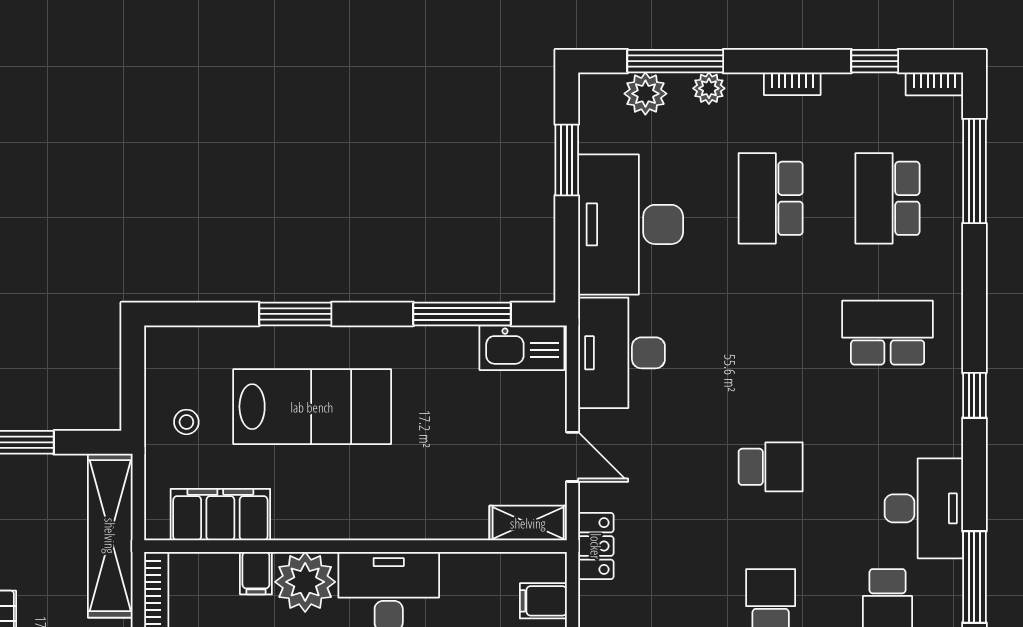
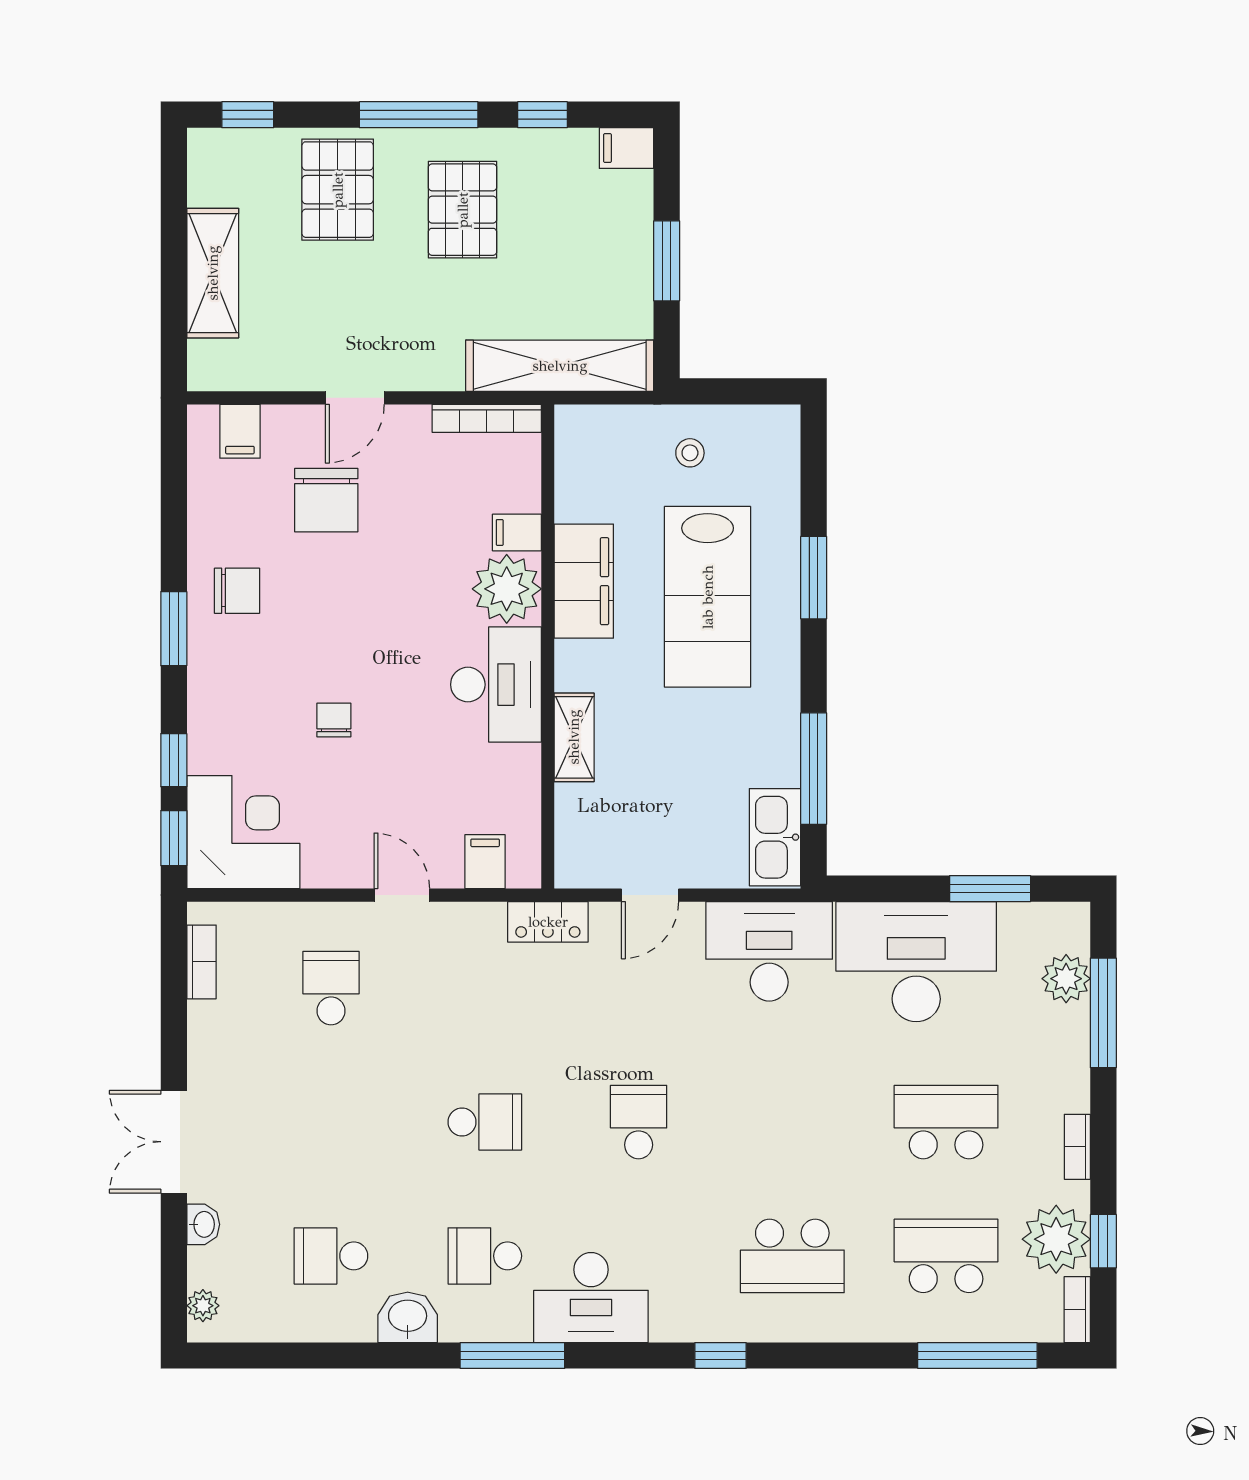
plant: (709, 88) -> (1056, 1239), moved, width x1.88, depth x1.88
school desk: (888, 333) -> (792, 1256), turned 90
school desk: (771, 467) -> (639, 1122), turned 180
filing cabinet: (220, 515) -> (584, 581), moved
shelving: (528, 523) -> (574, 737), moved

